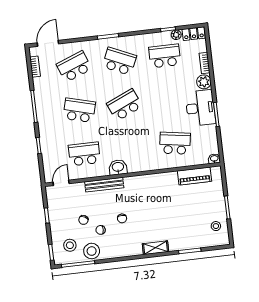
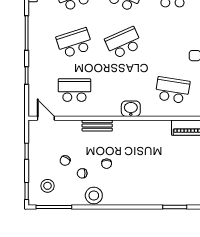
school desk: (79, 110) -> (74, 43), turned -33
washbasin: (118, 167) -> (131, 109), moved
door: (61, 183) -> (46, 118), hinge flipped
bench: (104, 185) -> (97, 126), width x0.73
shelving: (156, 248) -> (139, 199), removed
stool: (92, 251) -> (94, 196), moved

